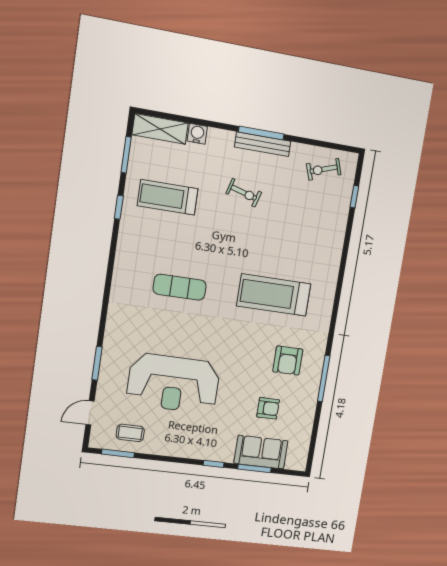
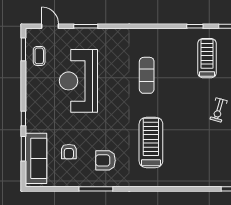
sofa: (261, 452) -> (36, 158), width x1.36

